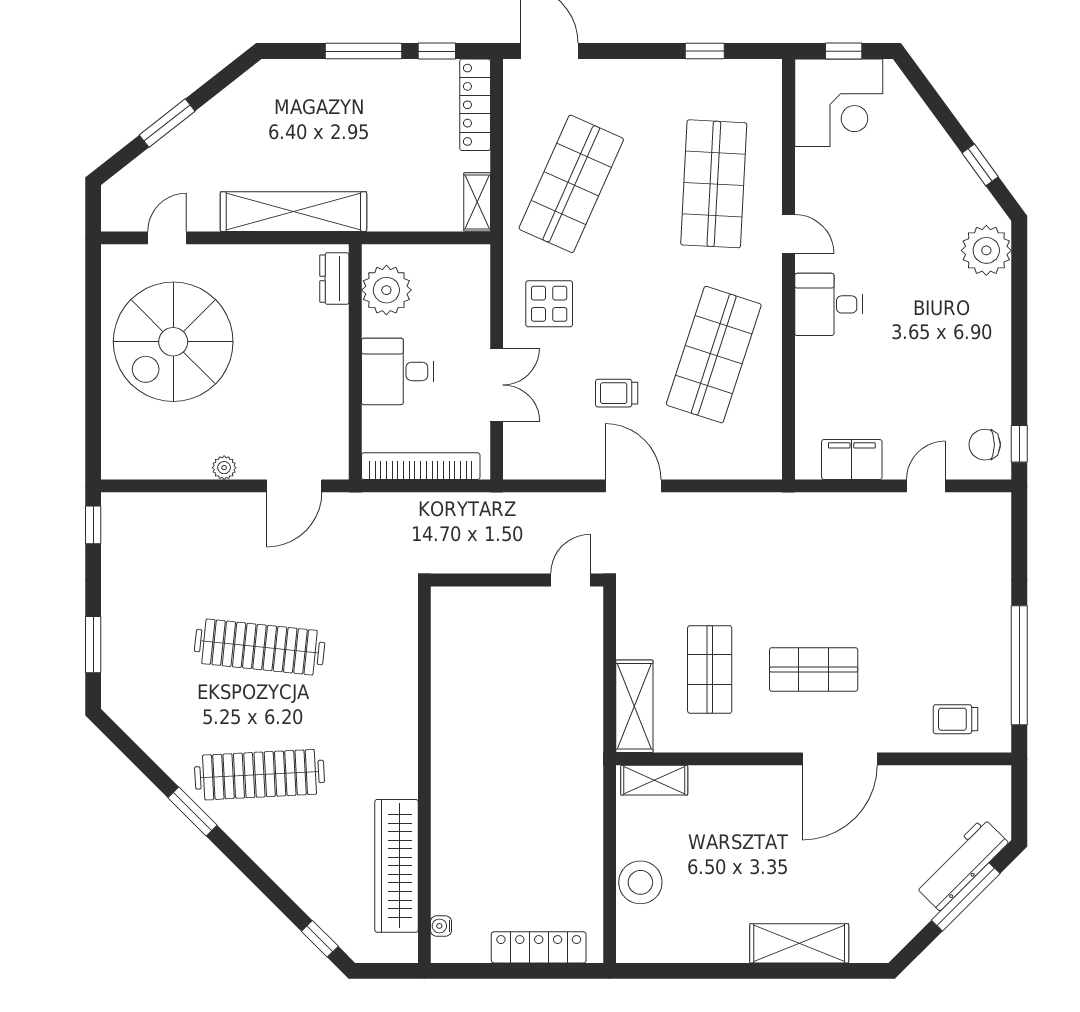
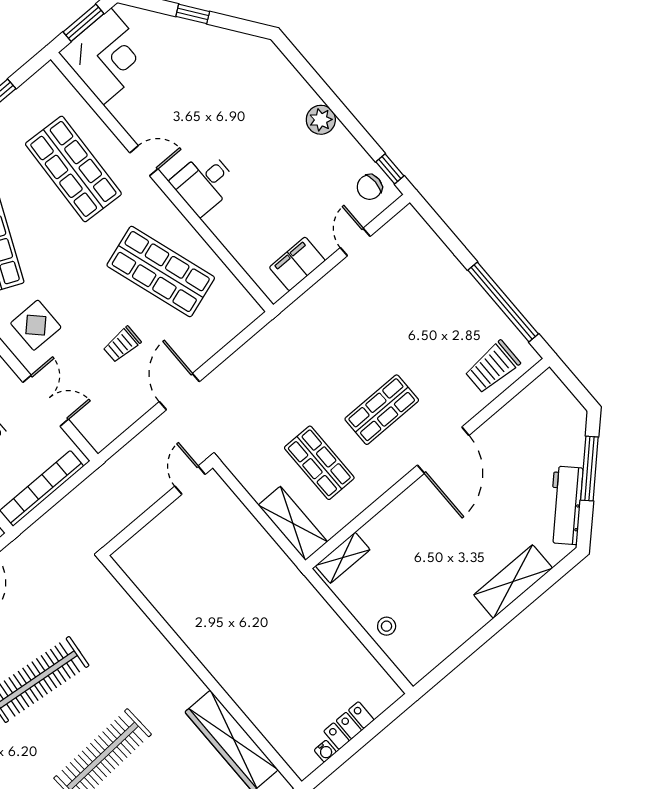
window: (844, 51) -> (84, 23), width x1.50
window: (980, 165) -> (193, 14), moved
plant: (986, 250) -> (321, 120), moved, width x0.73, depth x0.73
shop shelf: (714, 355) -> (161, 272), turned -36
door: (633, 486) -> (179, 392), hinge flipped
trolley: (956, 719) -> (492, 367), width x1.36, depth x1.39
workbench: (961, 864) -> (566, 505), moved
stool: (640, 882) -> (387, 626), width x0.53, depth x0.53
water cooler: (441, 926) -> (325, 751), moved, turned -90
locker: (539, 947) -> (349, 726), width x0.66

